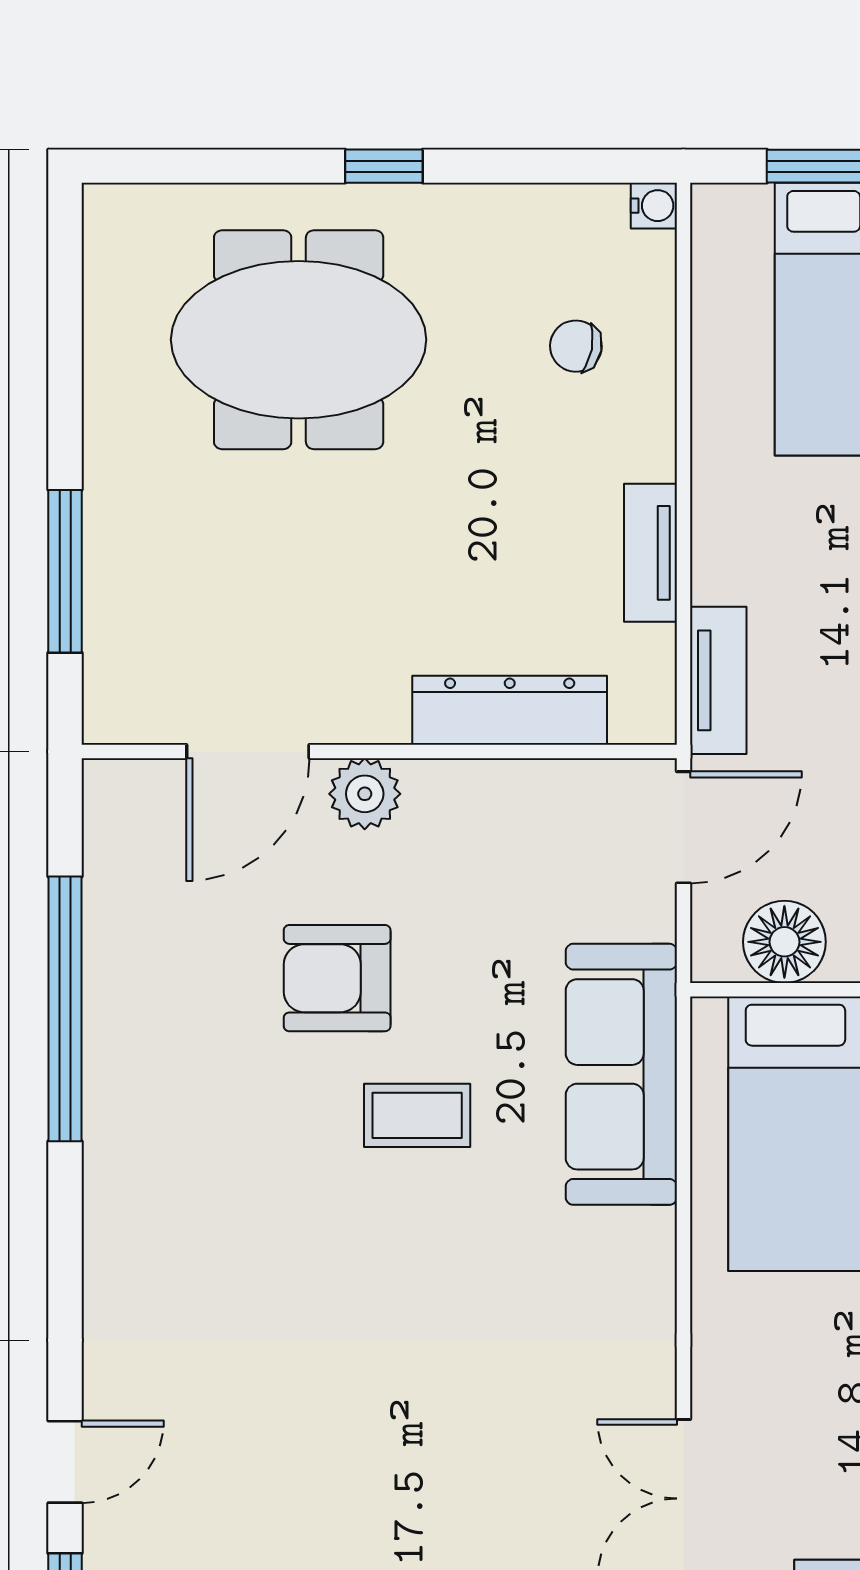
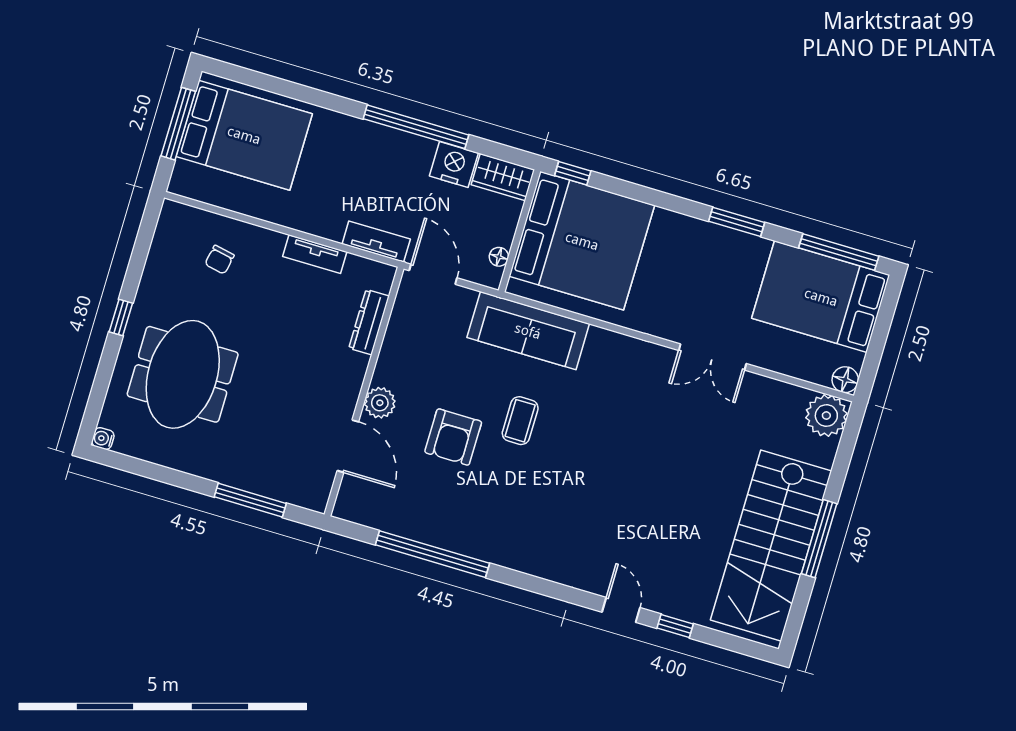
water cooler: (654, 206) -> (103, 439), moved, turned -90
dresser: (510, 710) -> (369, 322), width x0.73, depth x0.80
floor lamp: (784, 942) -> (499, 257), width x0.53, depth x0.53

